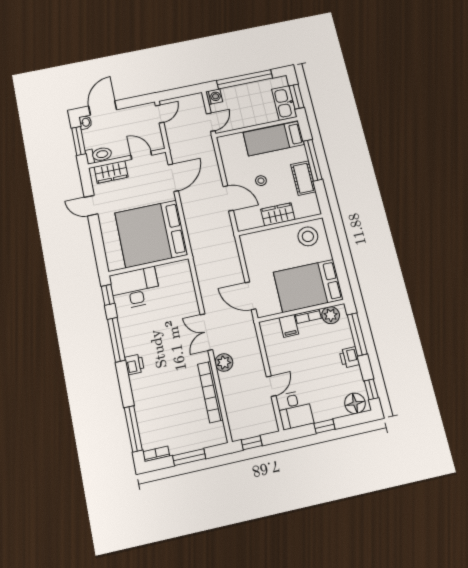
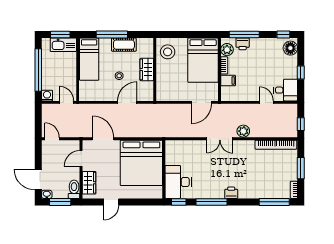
printer: (349, 357) -> (243, 44), moved
bookcase: (210, 392) -> (276, 145), moved

